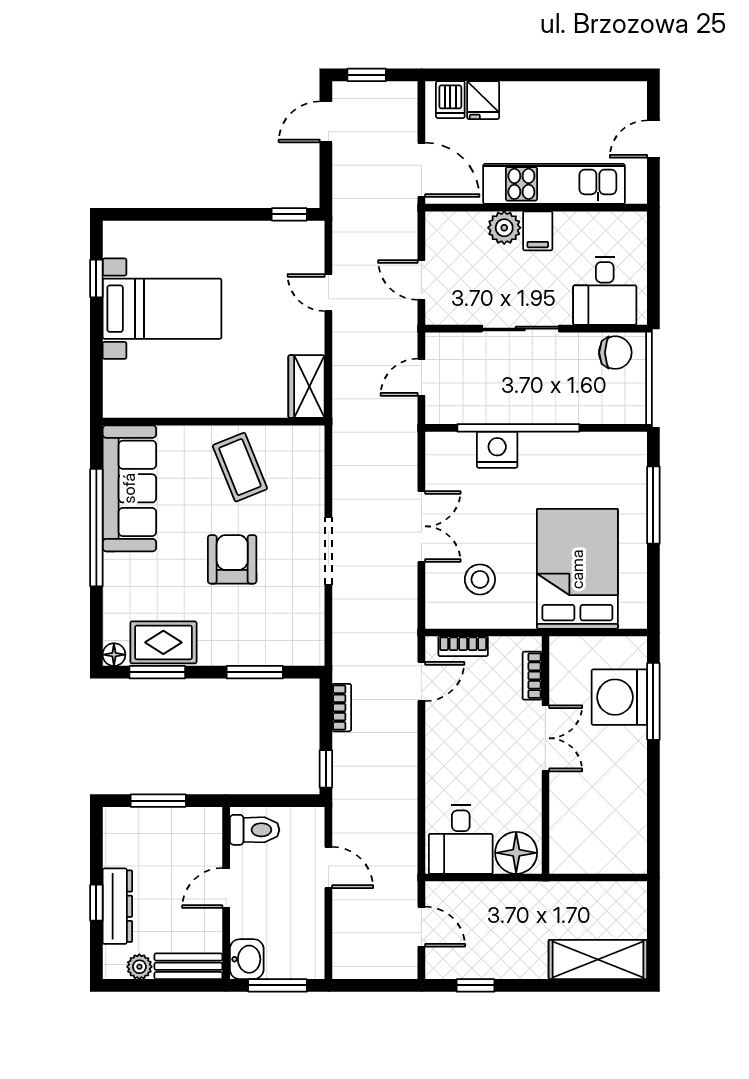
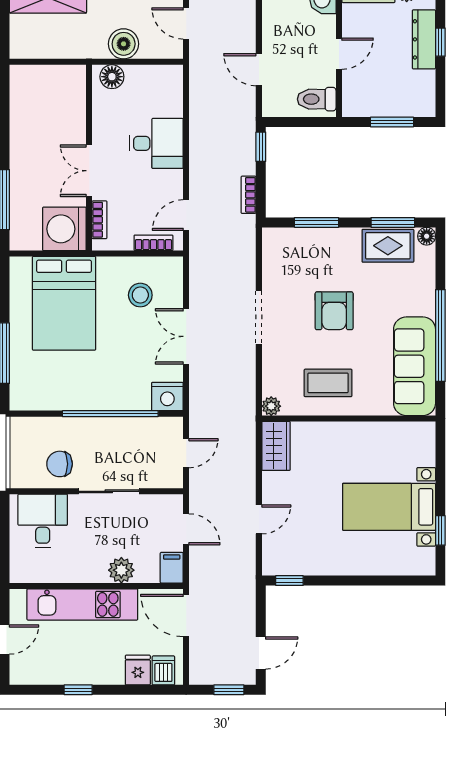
window: (559, 75) -> (78, 690), added
filing cabinet: (538, 231) -> (172, 568), moved
door: (328, 293) -> (259, 519), hinge flipped
chair: (615, 353) -> (60, 464), moved
plant: (313, 437) -> (271, 406), added
nightstand: (497, 450) -> (167, 397), moved
coffee table: (240, 467) -> (328, 383), turned -68
washing machine: (619, 697) -> (64, 229), moved, turned 180
desk: (461, 839) -> (156, 143), moved, turned 90
floor lamp: (516, 853) -> (112, 77), width x0.73, depth x0.73
boiler: (501, 900) -> (124, 44), added

